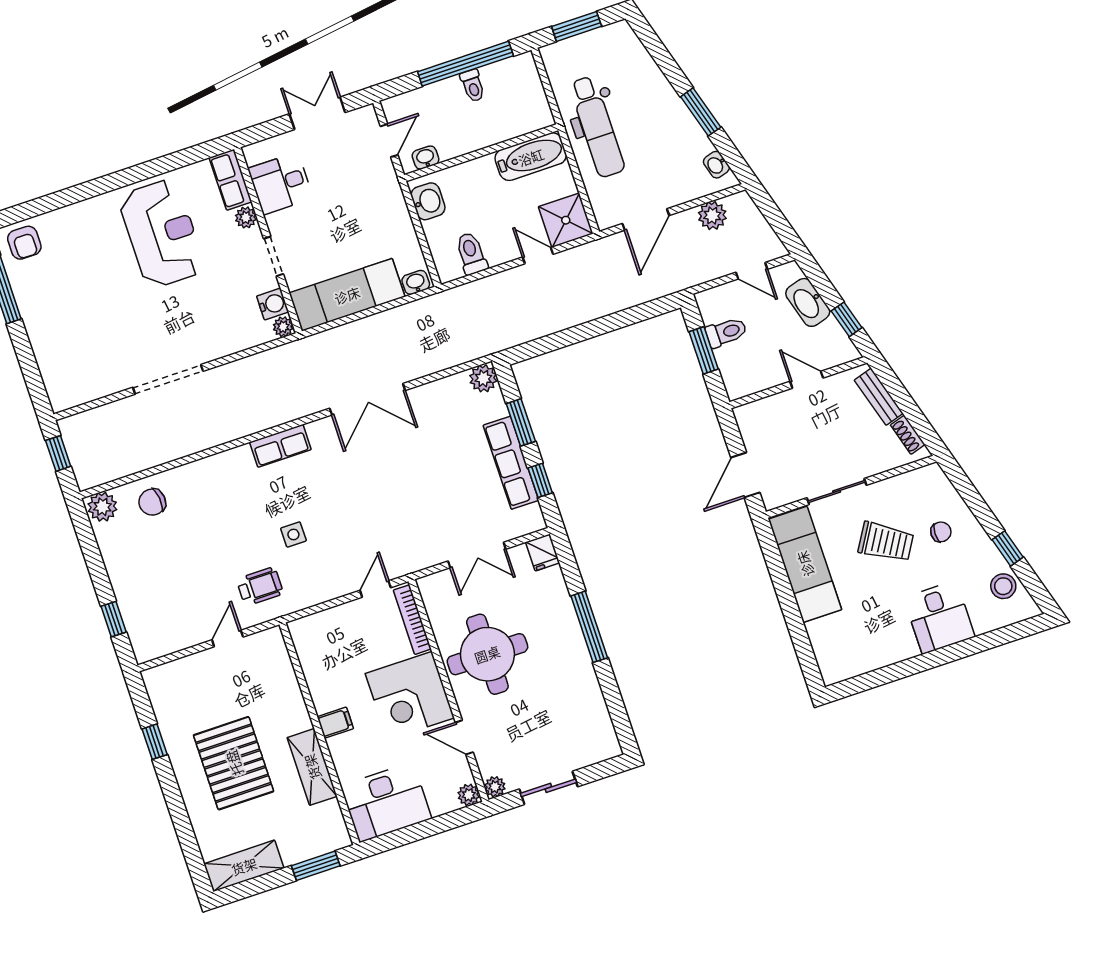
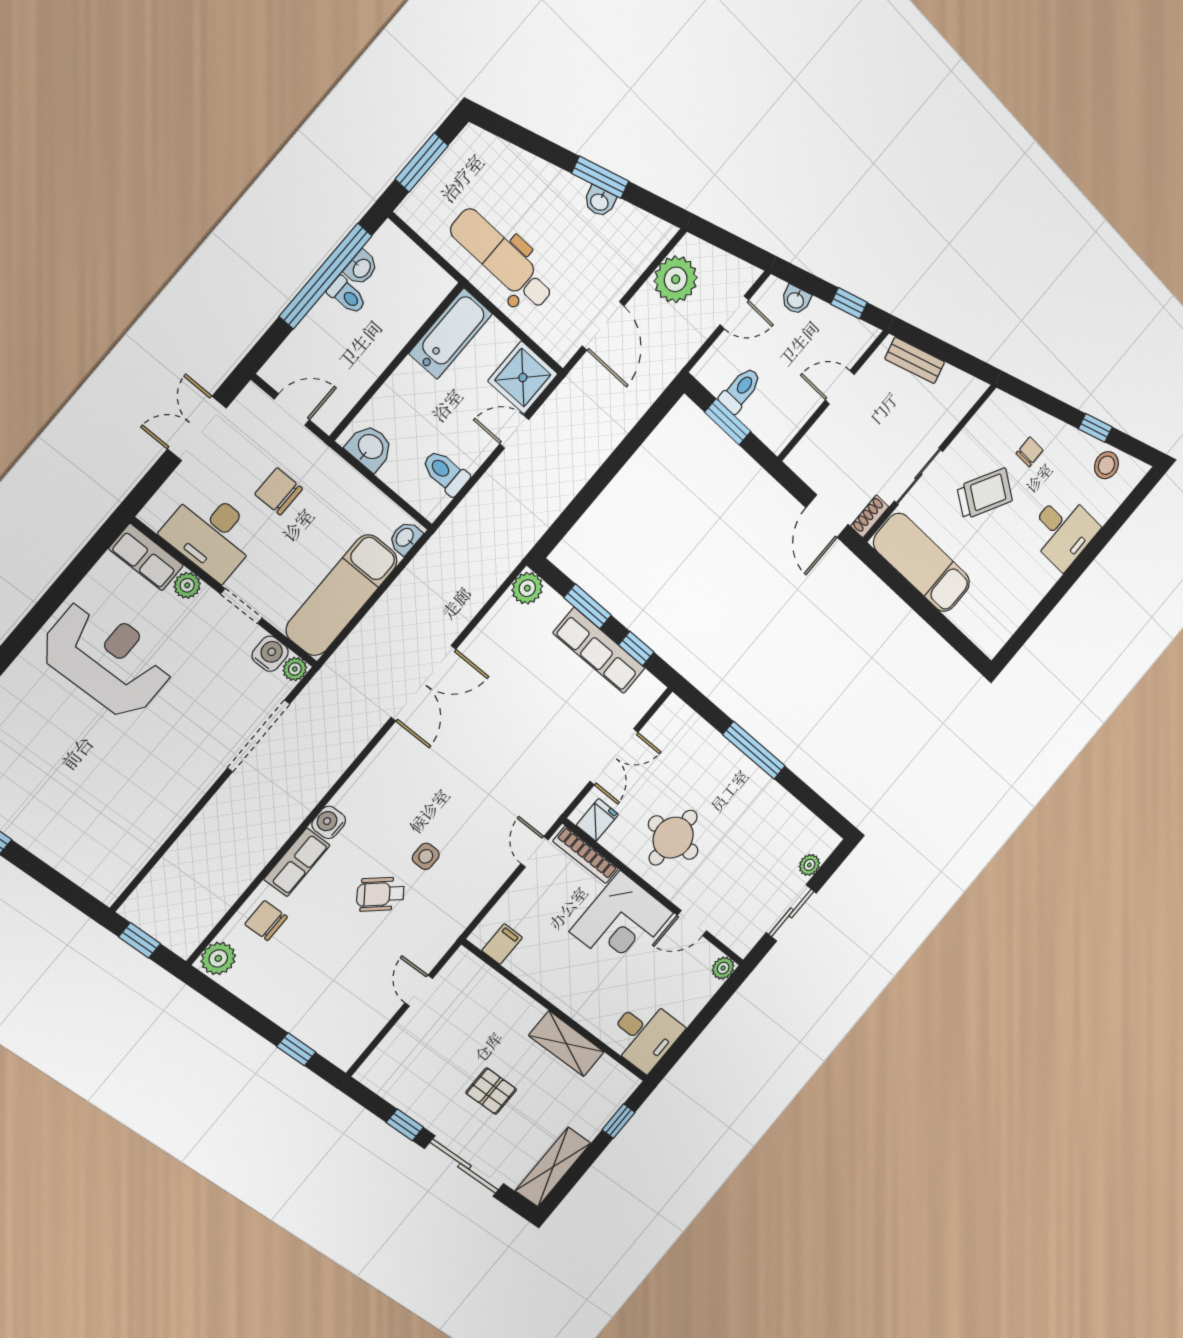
dental chair: (597, 127) -> (502, 259), turned 180
door: (389, 141) -> (292, 410), hinge flipped
washbasin: (426, 158) -> (361, 268), moved, turned 180
washbasin: (716, 165) -> (600, 202), moved
desk: (281, 183) -> (211, 534), width x1.37
chair: (347, 192) -> (279, 491), added
plant: (712, 216) -> (676, 279), width x1.36, depth x1.36
washbasin: (808, 302) -> (796, 300), width x0.52, depth x0.69
doorway: (168, 379) -> (259, 736), moved
shoe rack: (908, 435) -> (870, 516), moved, turned 107
row of seats: (280, 446) -> (297, 862), moved
water cooler: (240, 458) -> (329, 822), added
chair: (152, 502) -> (266, 921), turned 96
fridge: (543, 552) -> (597, 820), moved, turned -90
wheelchair: (260, 586) -> (380, 894), moved, turned -128
round table: (487, 654) -> (673, 838), width x0.73, depth x0.73
filing cabinet: (335, 723) -> (502, 944), moved
pallet: (234, 763) -> (491, 1091), width x0.49, depth x0.50
plant: (495, 787) -> (809, 865), moved
desk: (386, 802) -> (644, 1035), width x0.73
sliding door: (178, 812) -> (464, 1166), added
window: (316, 866) -> (619, 1121), width x0.67

